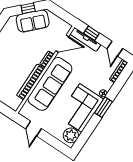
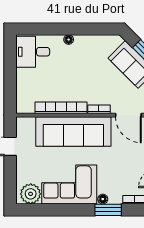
window: (103, 107) -> (108, 210), moved

